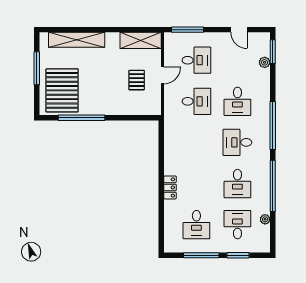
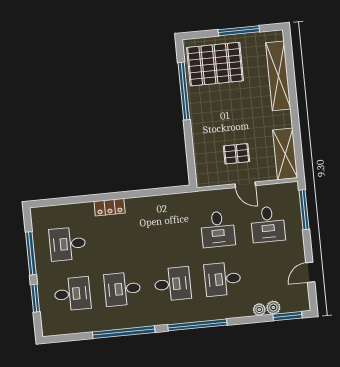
desk: (237, 142) -> (173, 284), turned 90
plant: (265, 219) -> (259, 310), moved

